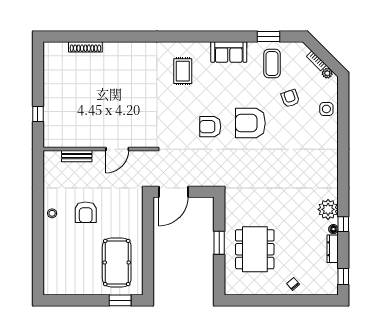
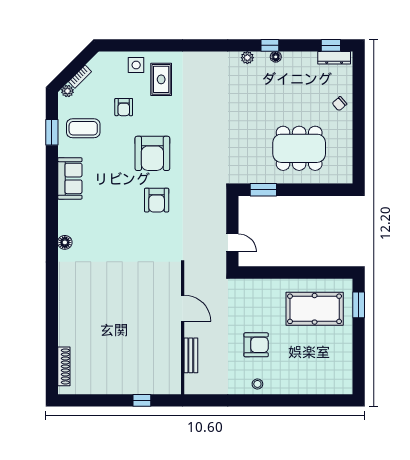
shoe rack: (85, 47) -> (64, 366), moved
floor lamp: (174, 48) -> (65, 242), added
rug: (183, 71) -> (161, 79), moved, turned 90
plant: (327, 73) -> (67, 91), moved
armchair: (290, 98) -> (124, 107), turned -71
door: (173, 192) -> (232, 243), width x0.53
plant: (328, 209) -> (247, 58), width x0.53, depth x0.53
window: (219, 243) -> (263, 190), moved
dresser: (333, 249) -> (334, 58), moved

